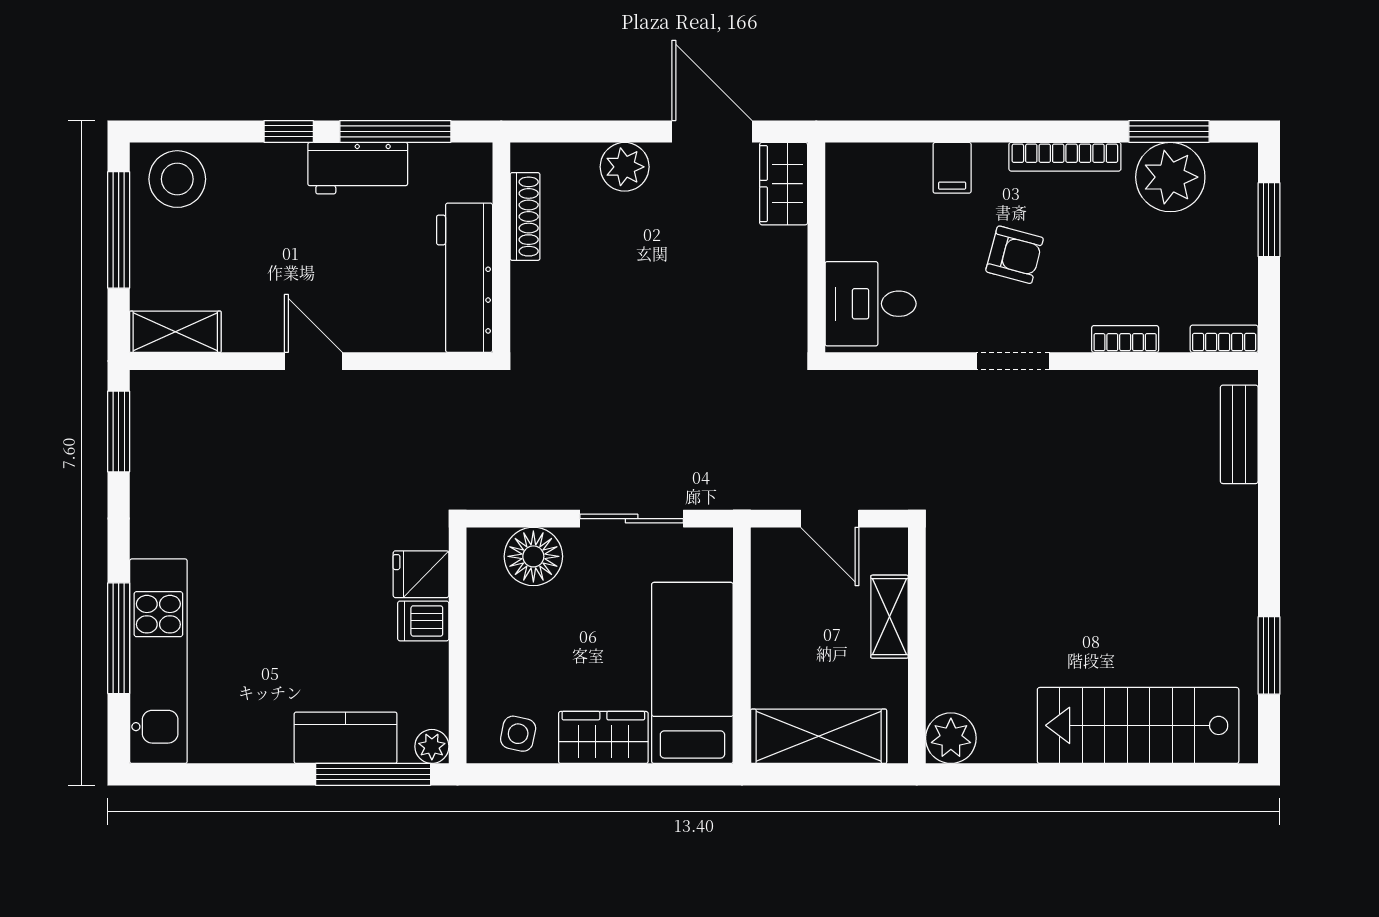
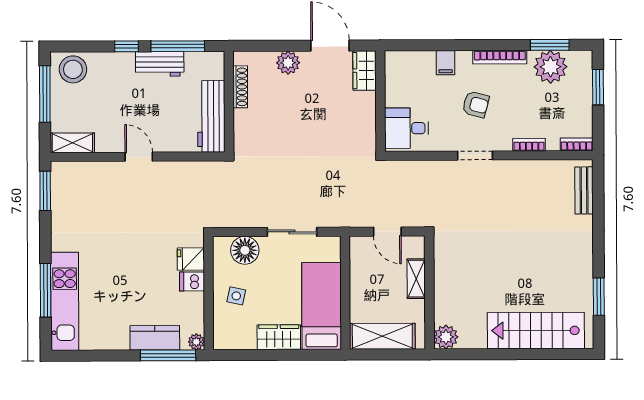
side table: (518, 734) -> (236, 296), moved

